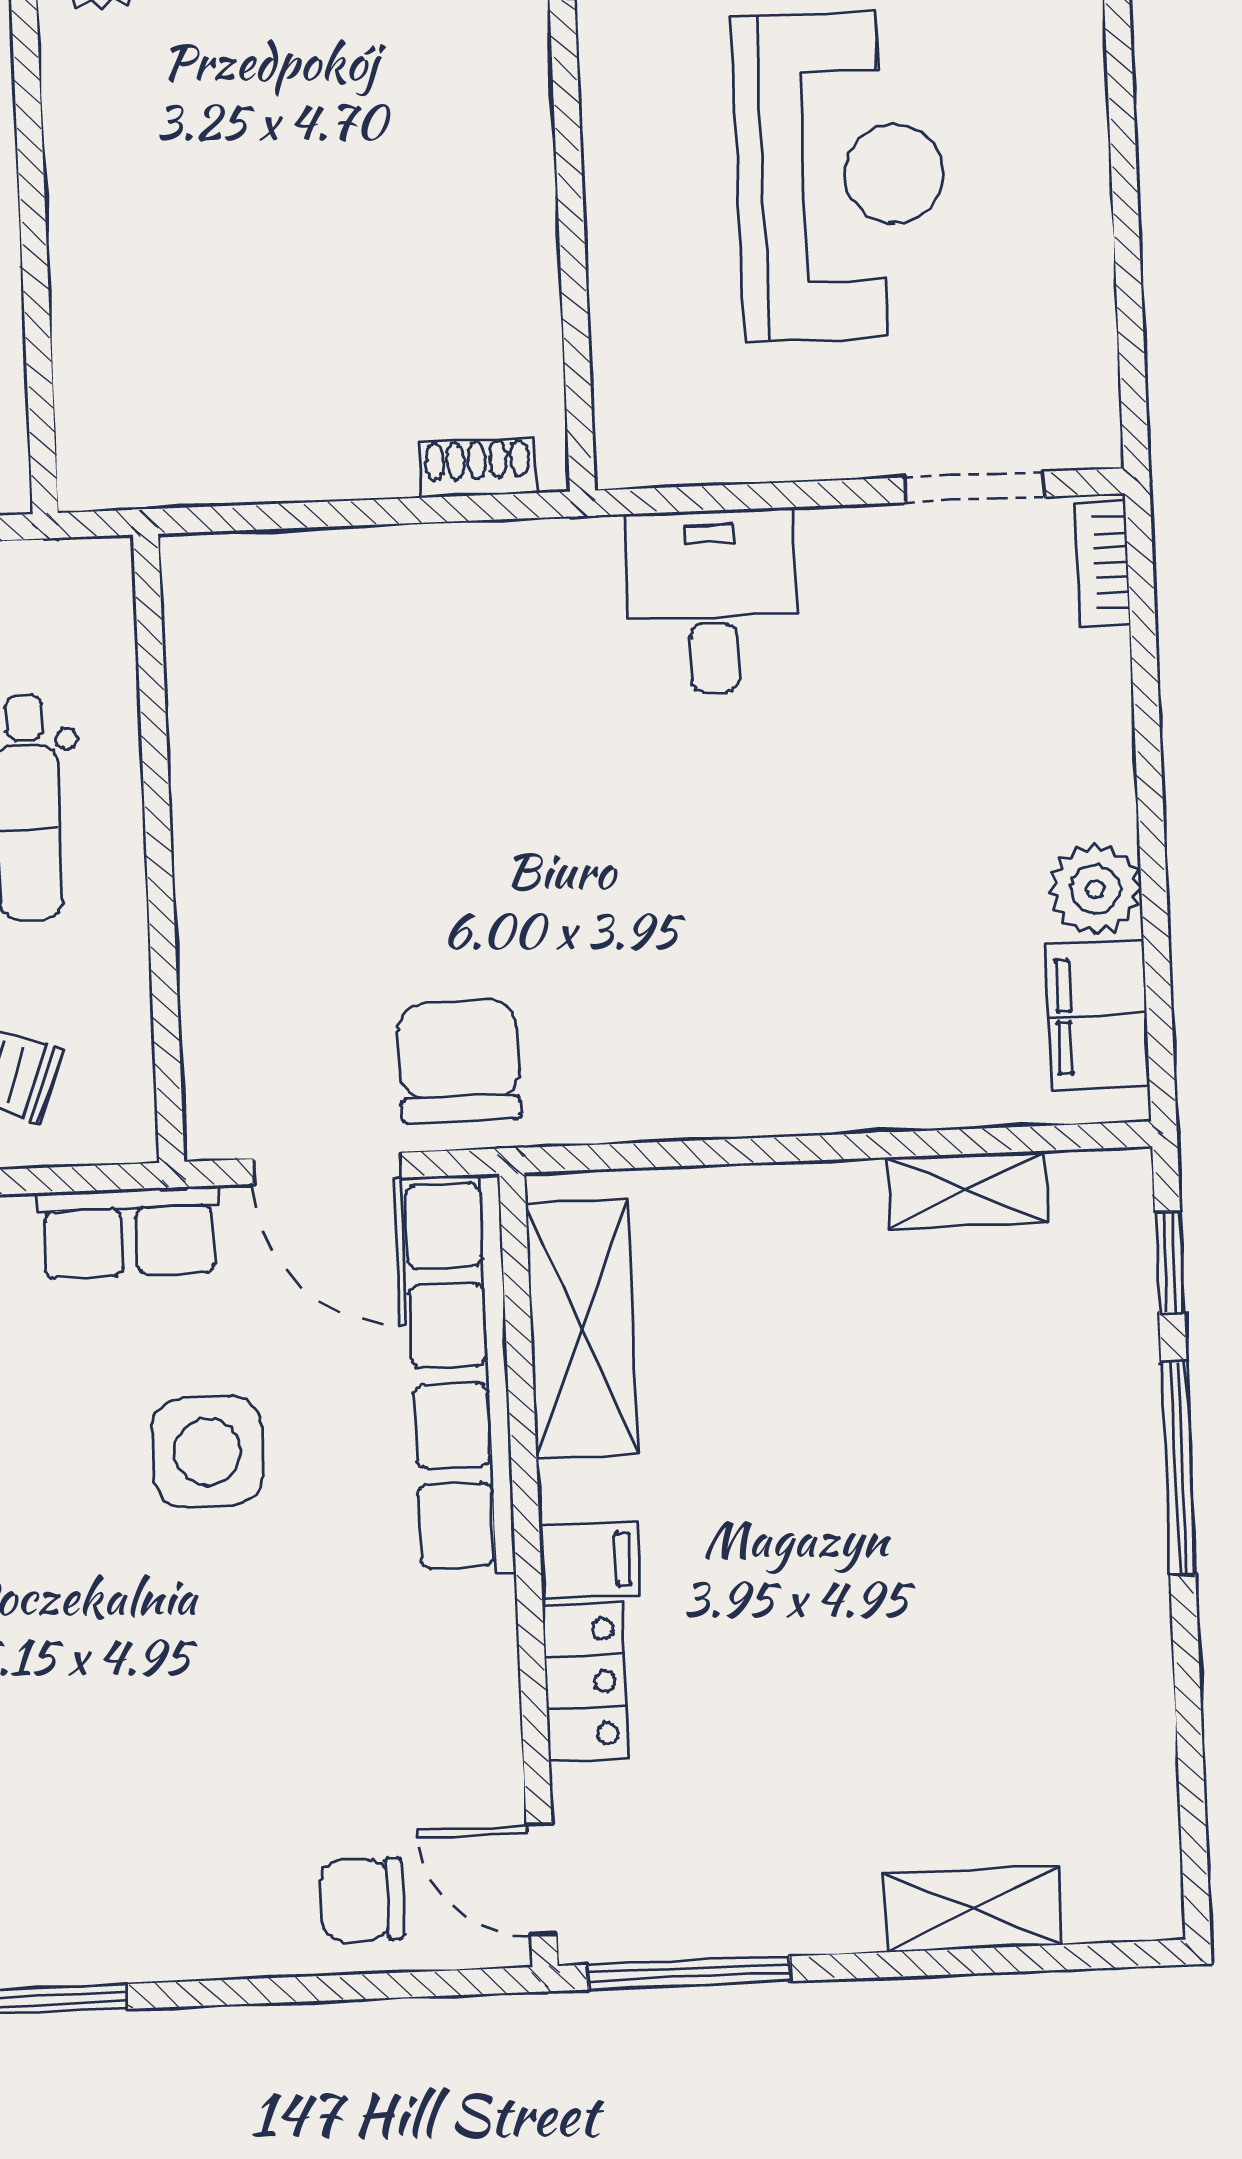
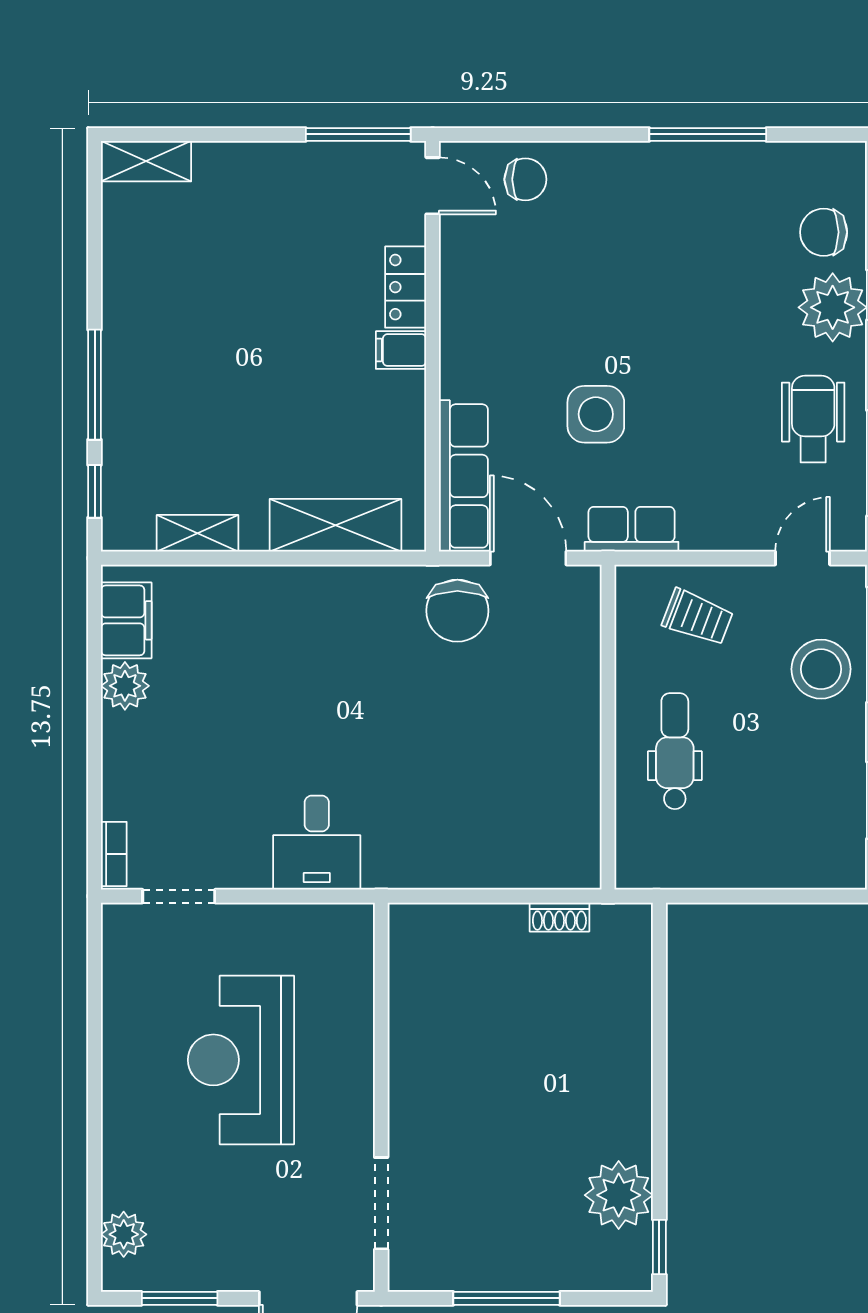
shoe rack: (477, 467) -> (559, 917), moved
shelving: (582, 1329) -> (335, 525), moved, turned 90
row of seats: (460, 1375) -> (463, 476), width x0.73
shelving: (972, 1909) -> (146, 161), moved

